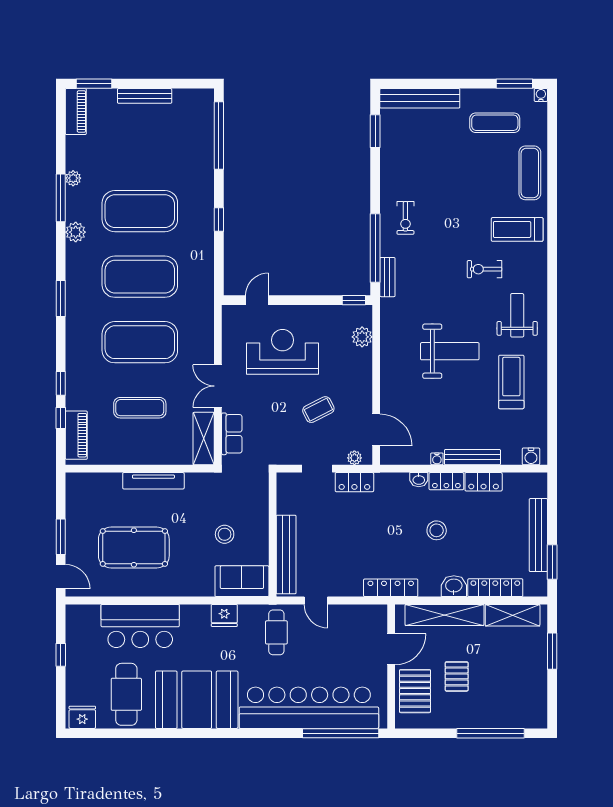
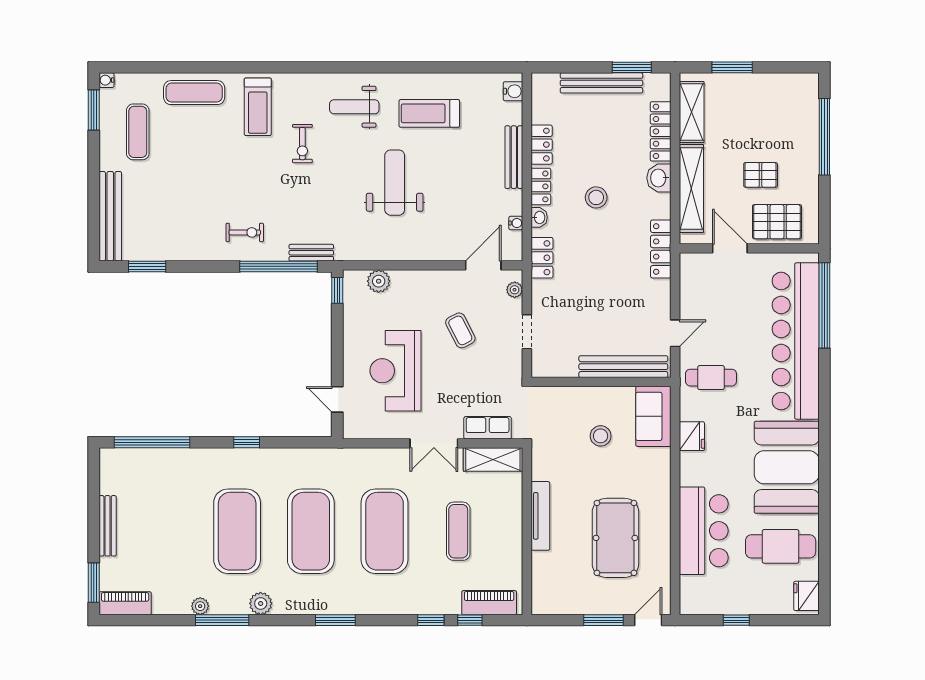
water cooler: (437, 459) -> (516, 223), moved
locker: (354, 482) -> (542, 258), moved

